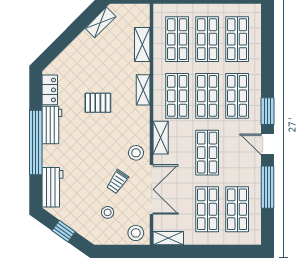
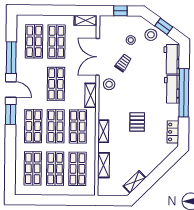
pallet: (98, 103) -> (137, 122), turned 90
workbench: (52, 125) -> (172, 89), moved
stool: (136, 233) -> (151, 35), moved
window: (122, 251) -> (120, 11), added

